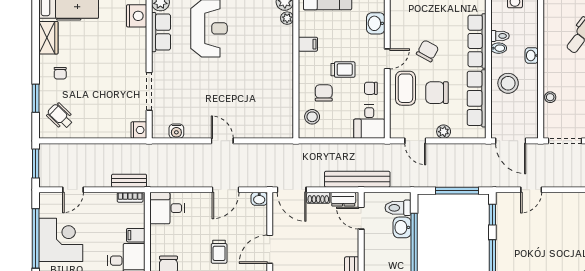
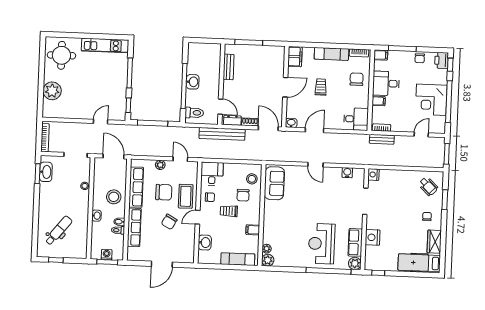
nightstand: (137, 16) -> (373, 237), moved
sofa: (280, 112) -> (274, 183), added
washbasin: (402, 227) -> (193, 82), moved

